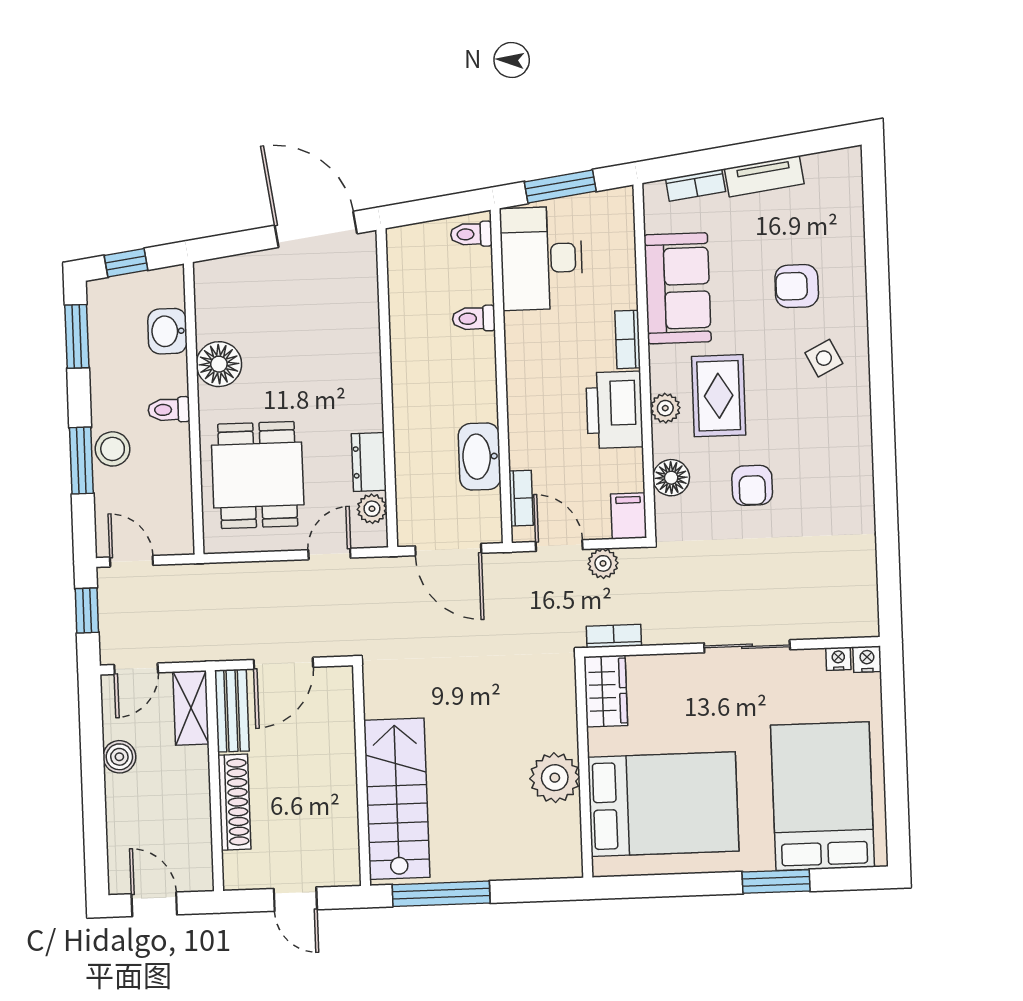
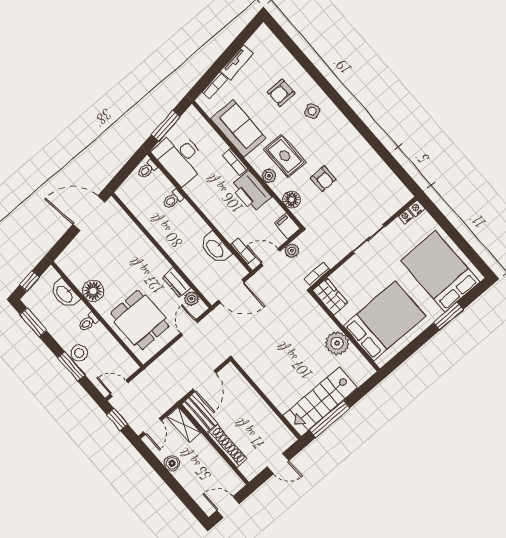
washbasin: (167, 331) -> (65, 294), width x1.38
stairs: (397, 799) -> (320, 402), moved, turned -90

